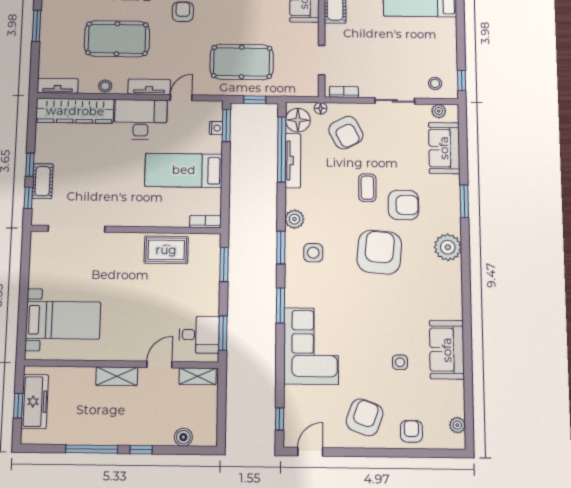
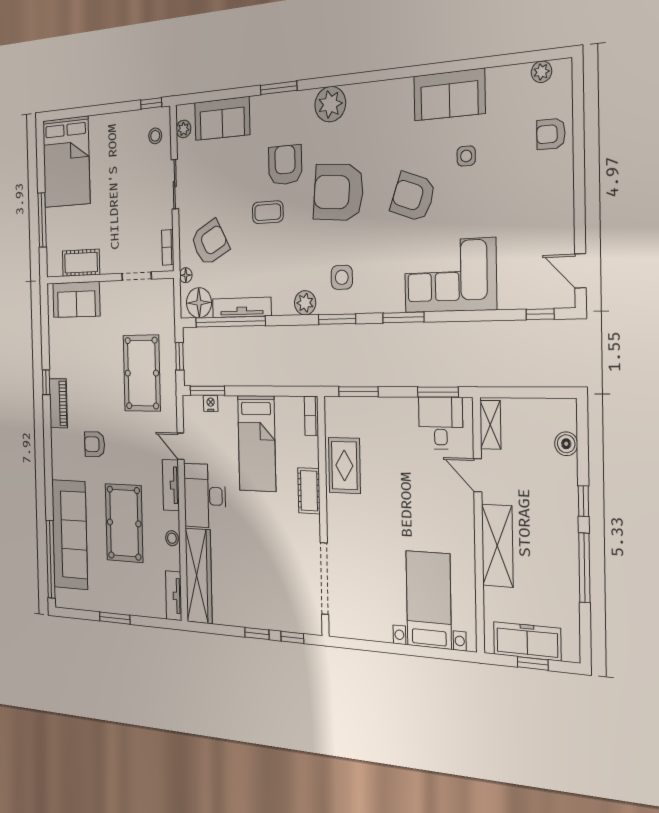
cot: (43, 181) -> (309, 491), moved, turned 90
shelving: (117, 376) -> (497, 546), width x1.50, depth x1.33
armchair: (365, 417) -> (413, 197), moved

